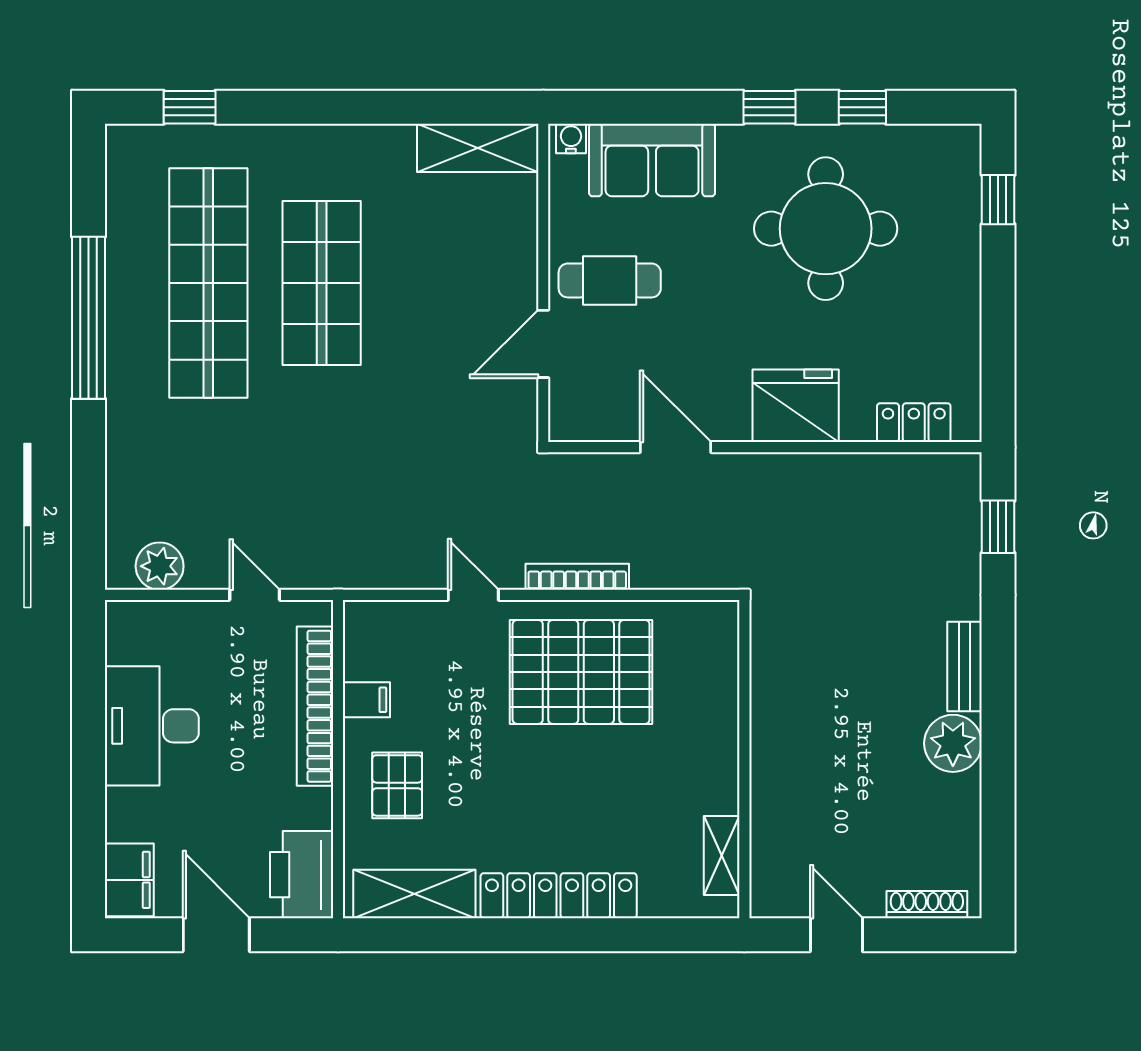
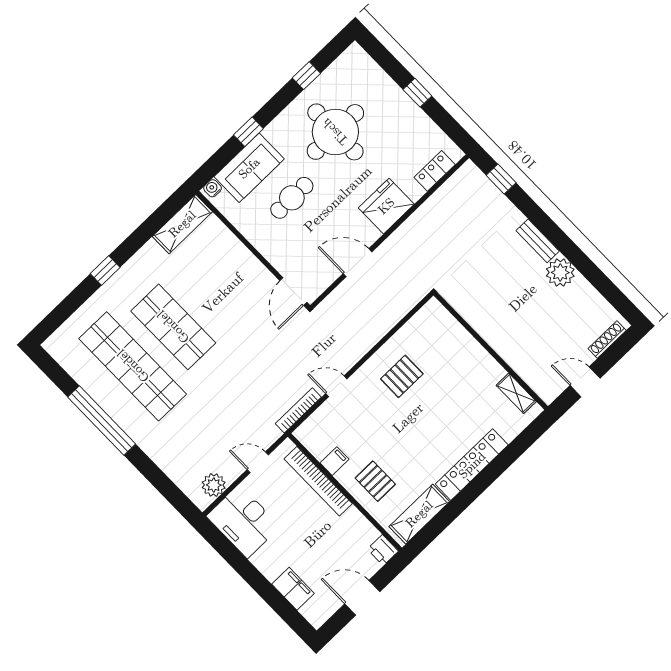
window: (190, 107) -> (105, 271), moved
window: (770, 107) -> (248, 132), moved
window: (998, 200) -> (417, 93), moved
cafe table: (610, 280) -> (292, 198), moved
door: (543, 344) -> (293, 292), moved
bookcase: (577, 577) -> (298, 410), moved
pallet: (581, 672) -> (402, 376), width x0.49, depth x0.50
desk: (152, 726) -> (243, 521), moved
printer: (302, 875) -> (383, 550), width x0.53, depth x0.68
filing cabinet: (129, 880) -> (293, 589), moved

